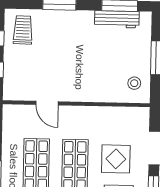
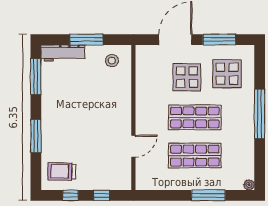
workbench: (117, 19) -> (63, 53), moved, turned 90

